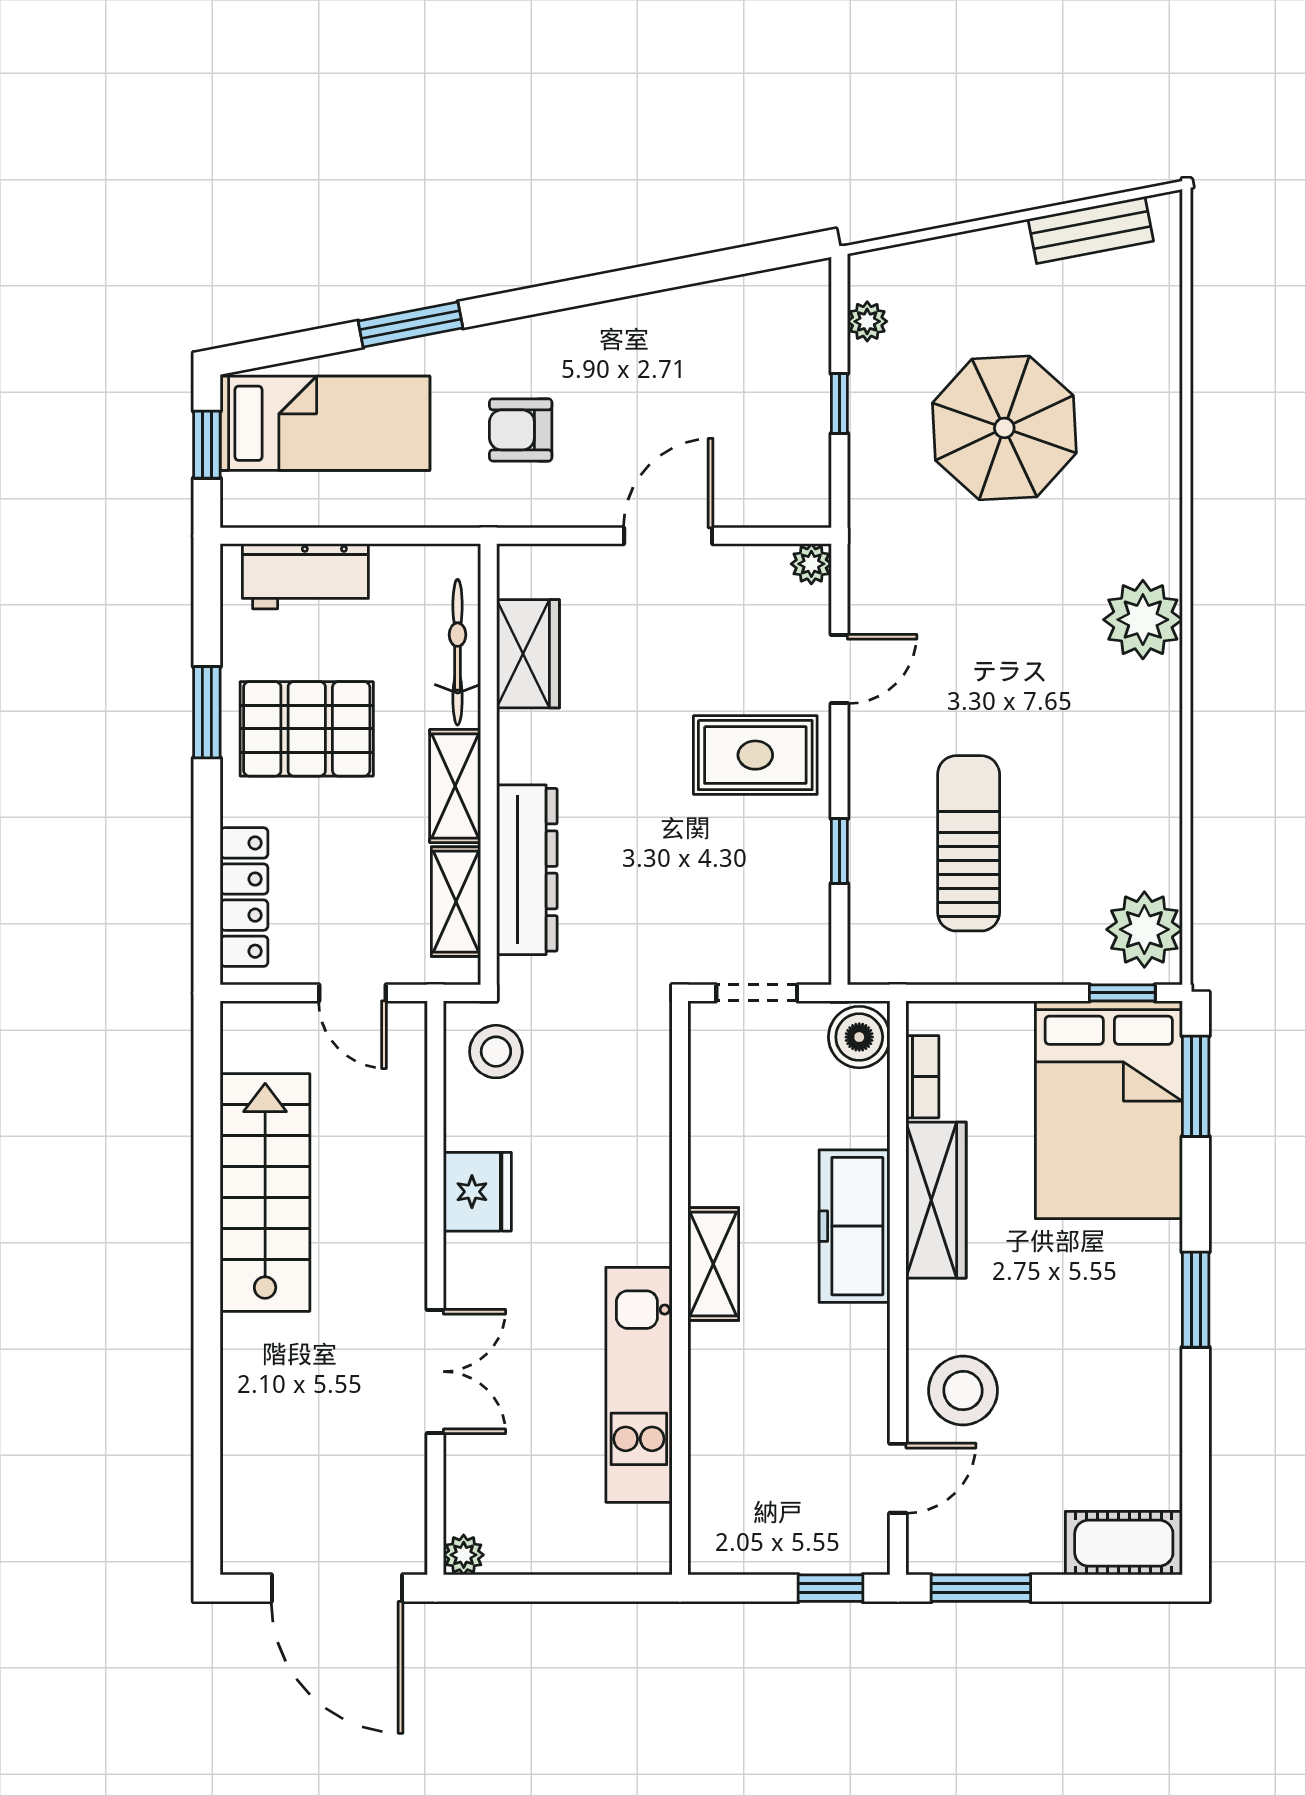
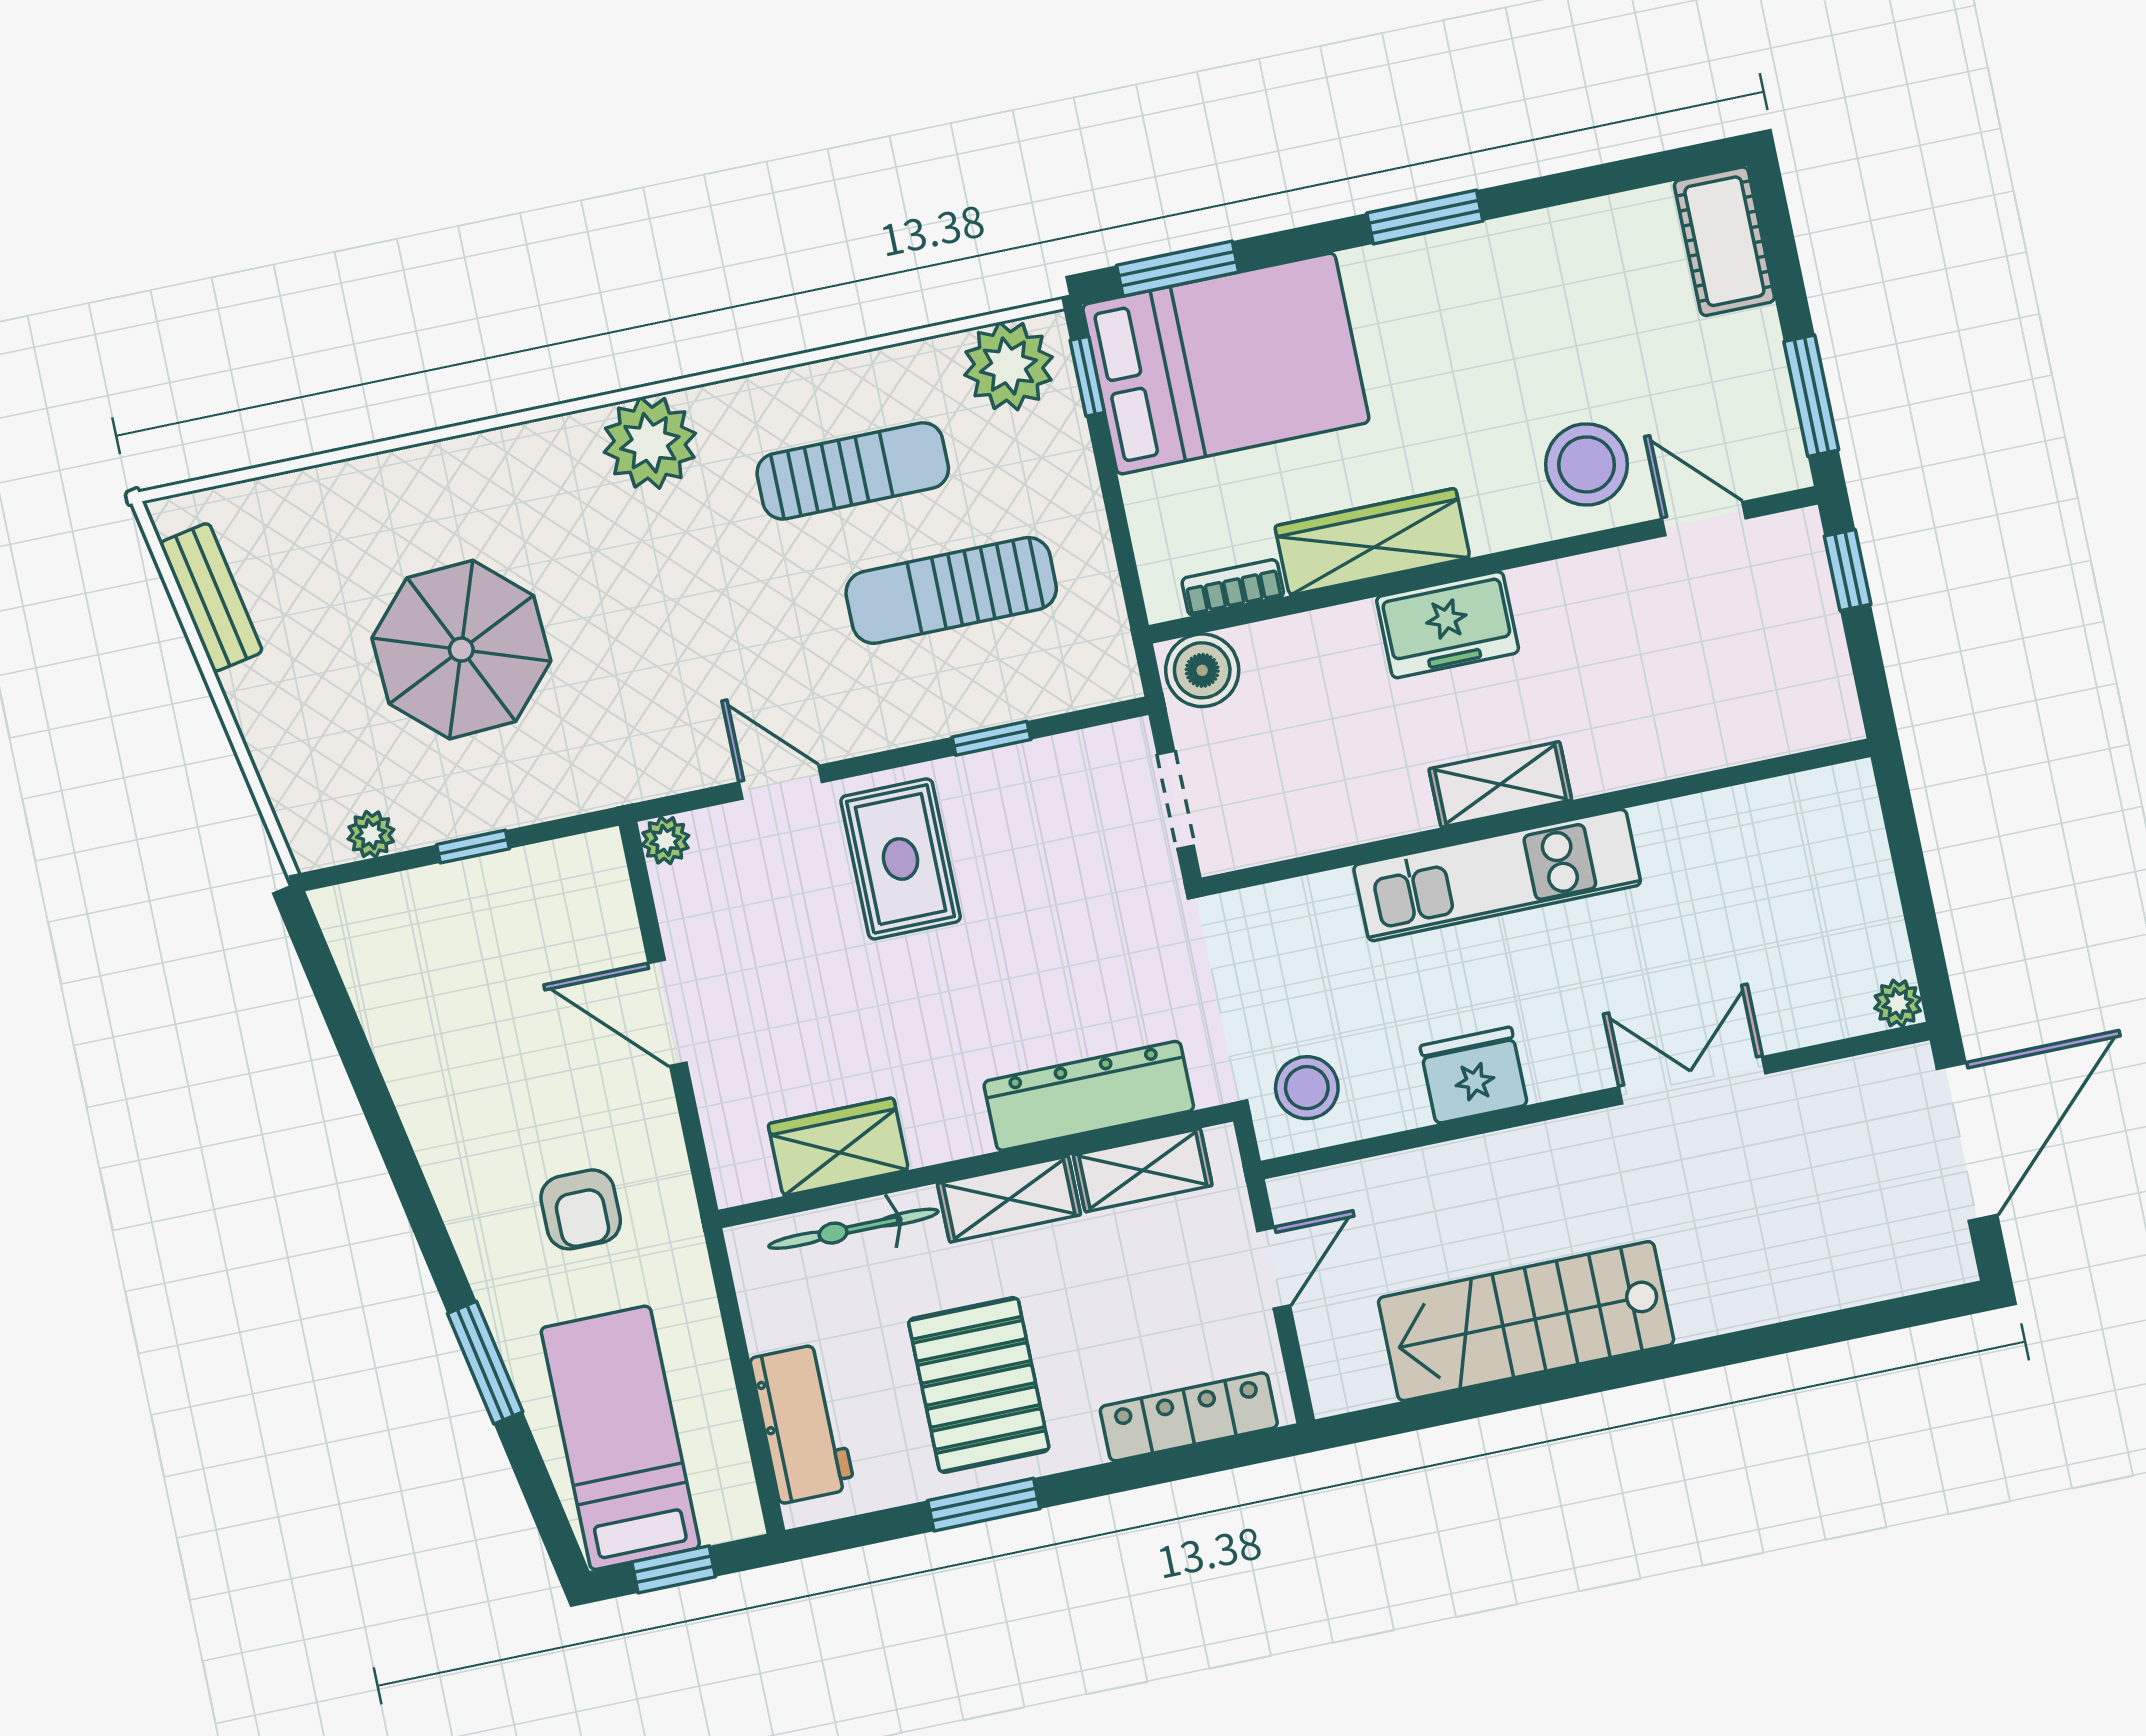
sun lounger: (1084, 783) -> (853, 471), added
freezer: (854, 1226) -> (1448, 625), width x0.71
kitchen unit: (639, 1385) -> (1497, 875), moved

